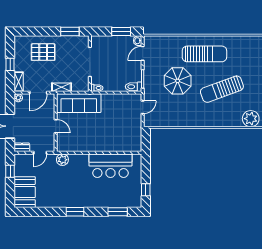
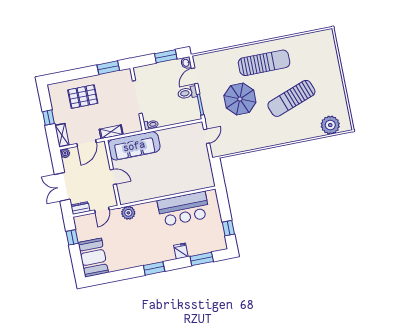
toilet: (133, 87) -> (187, 93), moved
fridge: (101, 201) -> (181, 251), added

